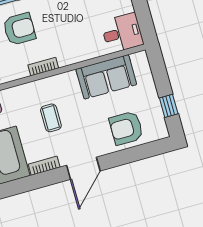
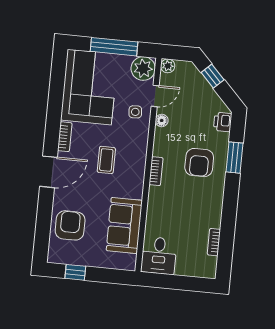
coffee table: (51, 118) -> (106, 160), turned 90
door: (83, 168) -> (49, 172), swing flipped

